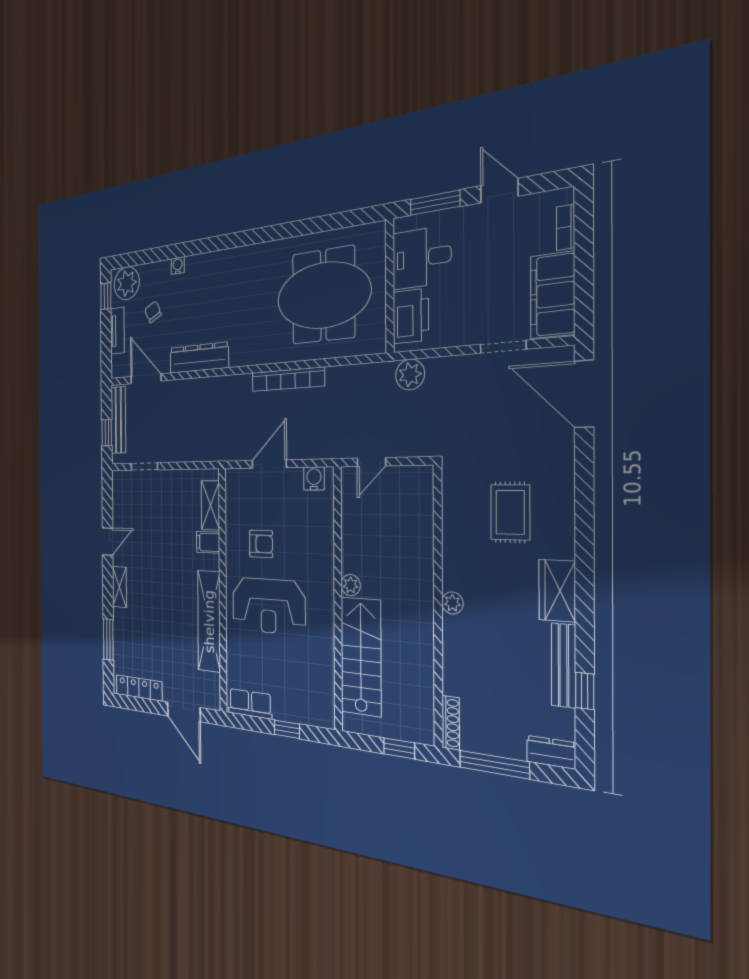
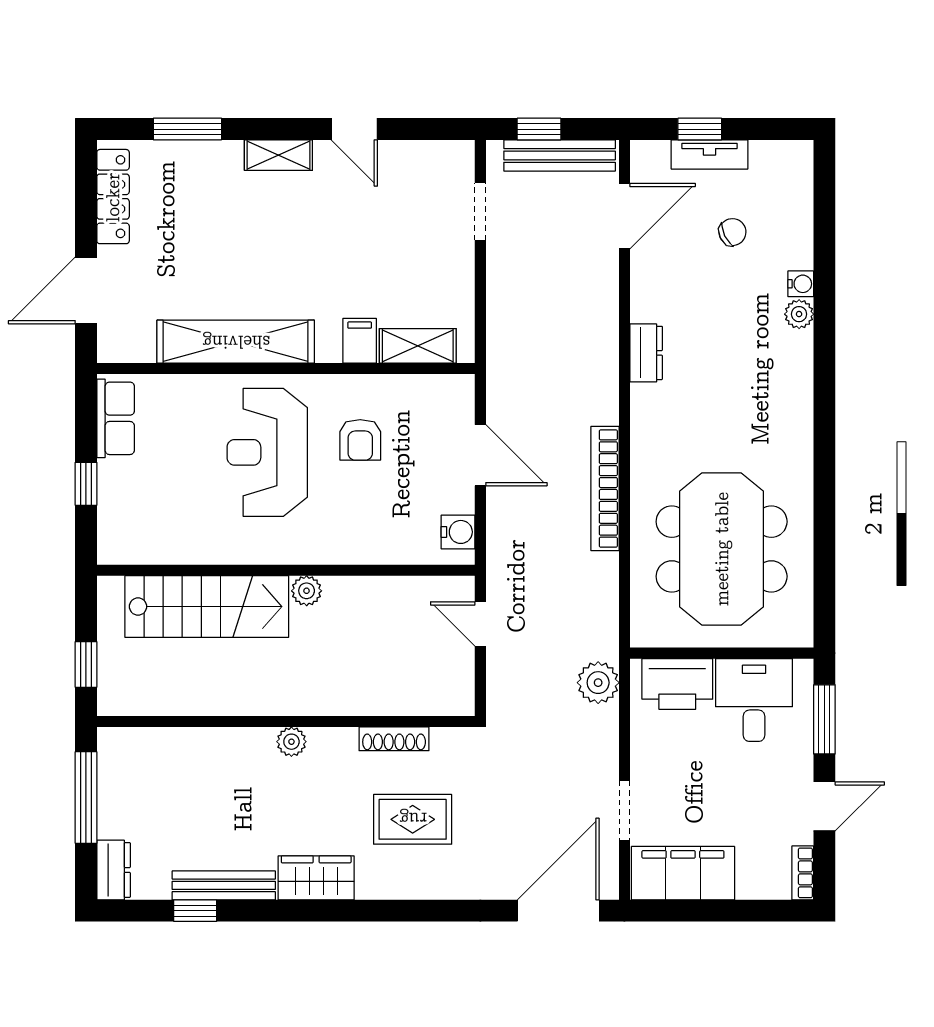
bookcase: (566, 227) -> (803, 873), moved, turned -90
plant: (127, 283) -> (799, 314), moved, width x0.53, depth x0.53
window: (106, 296) -> (700, 129), moved
dresser: (199, 358) -> (646, 353), width x0.51, depth x0.80
shoe rack: (451, 723) -> (394, 739), moved

